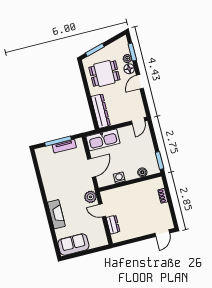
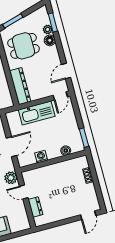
door: (140, 82) -> (66, 71), moved
kitchen sink: (103, 140) -> (37, 113), moved

